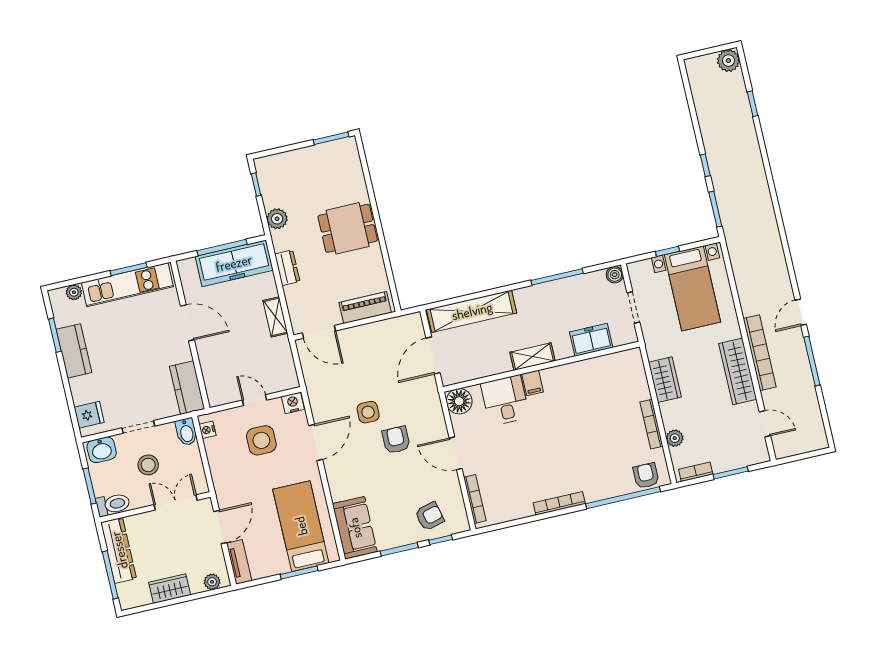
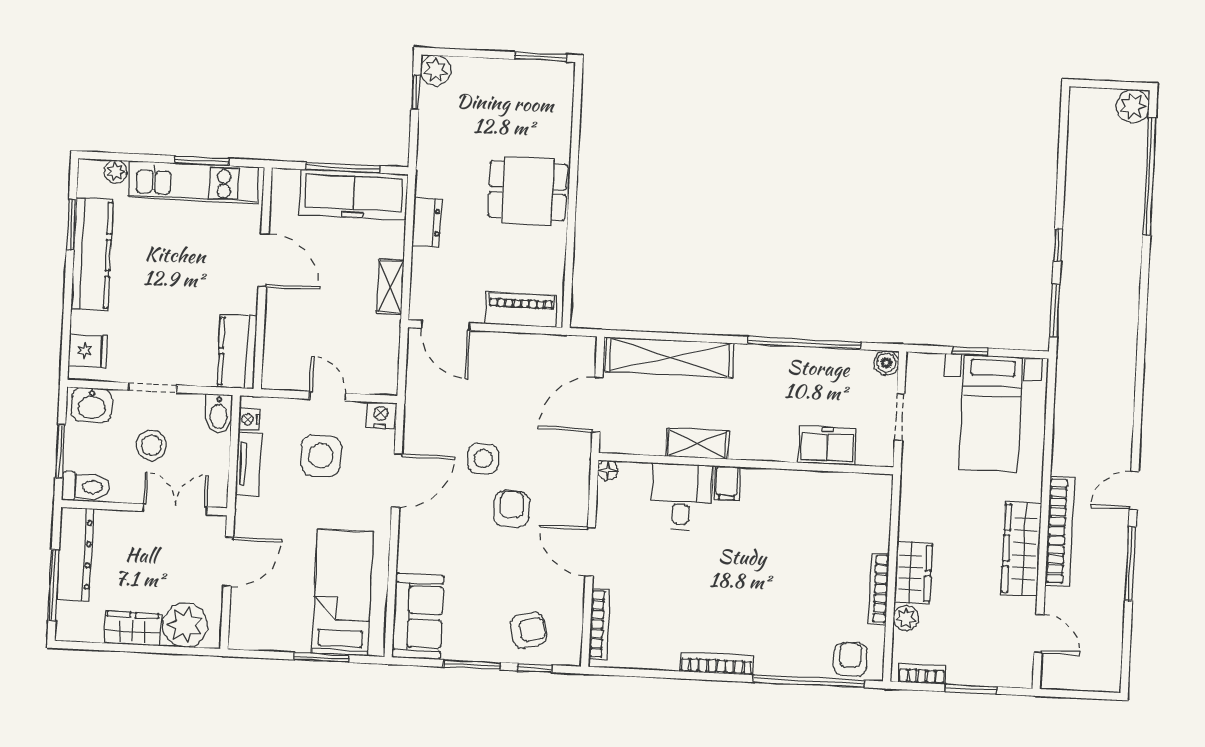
window: (753, 104) -> (1149, 177), width x3.17
plant: (277, 219) -> (436, 70), moved
window: (557, 277) -> (804, 343), width x1.46
kitchen counter: (74, 351) -> (92, 254), width x1.50
shelving: (532, 357) -> (697, 444), moved
wardrobe: (665, 380) -> (913, 573), moved
floor lamp: (459, 401) -> (608, 470), width x0.53, depth x0.53
tv unit: (239, 562) -> (249, 464), moved
plant: (212, 582) -> (185, 625), width x1.88, depth x1.88

